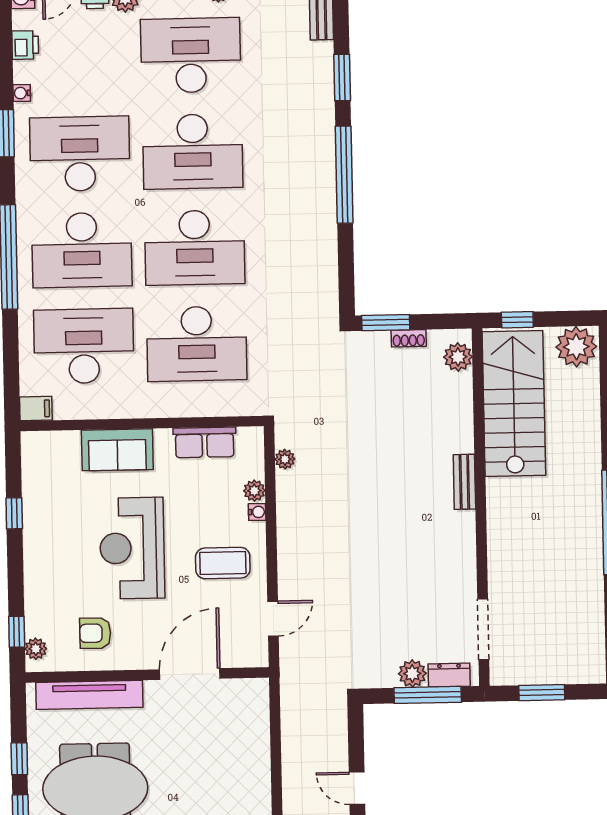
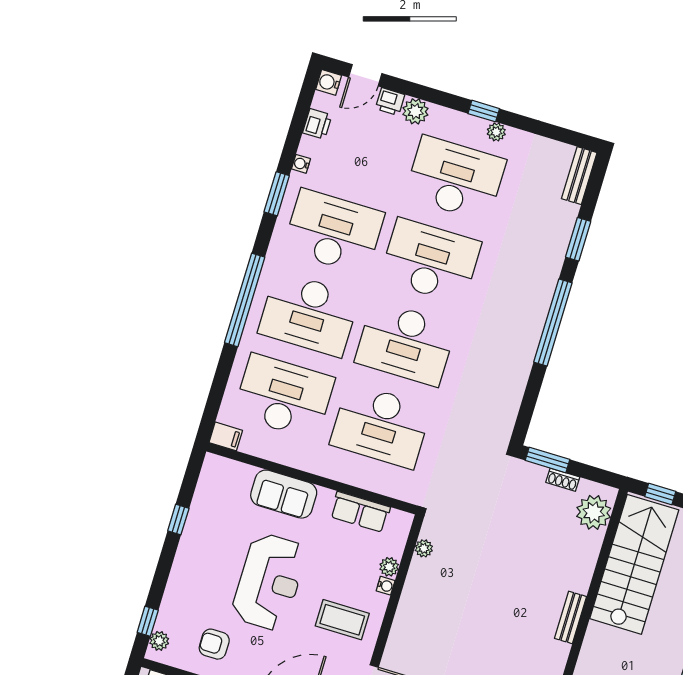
desk: (193, 151) -> (430, 261), turned 180
plant: (458, 357) -> (594, 512), width x1.36, depth x1.36
reception desk: (132, 548) -> (269, 582), turned 180

